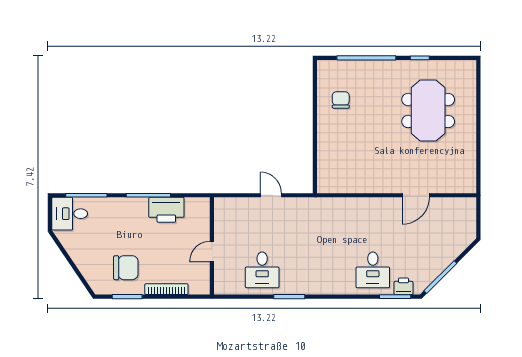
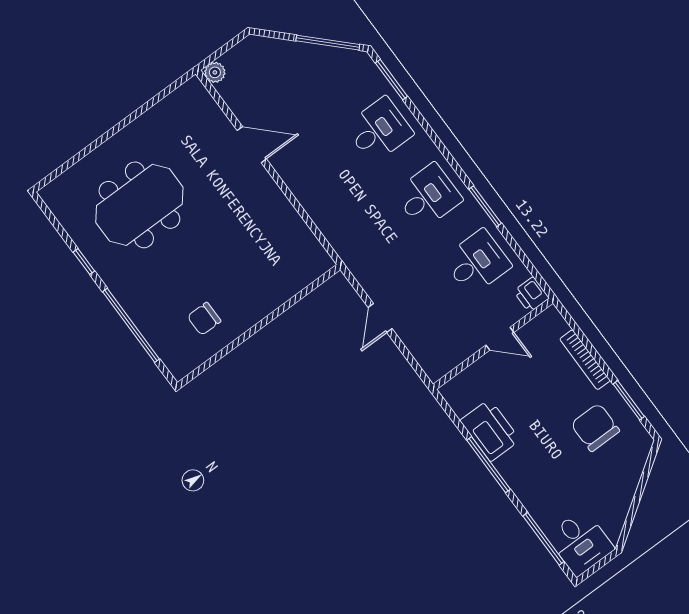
plant: (469, 204) -> (215, 72), added
desk: (317, 270) -> (428, 196), added
printer: (404, 286) -> (531, 295), moved

